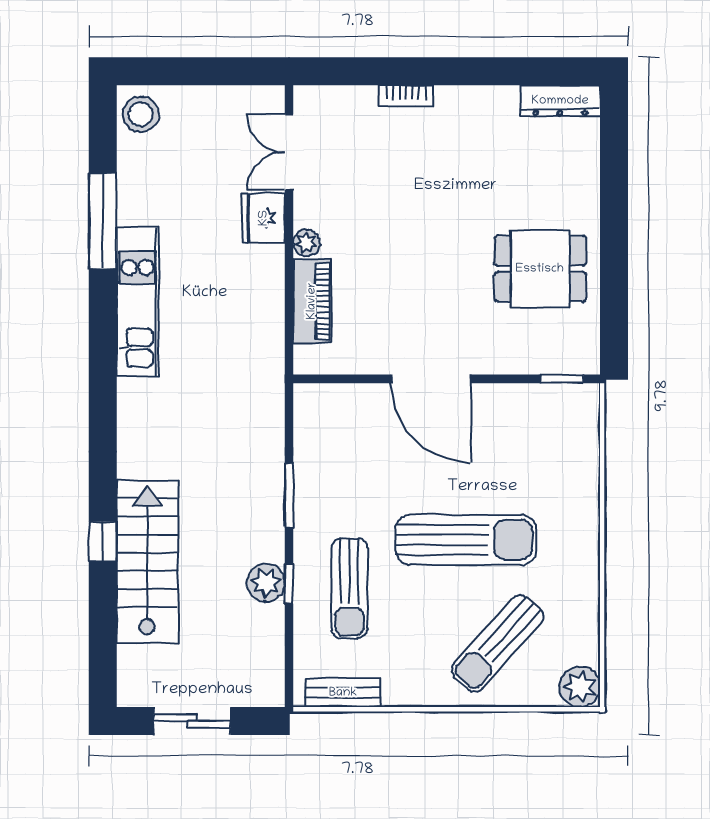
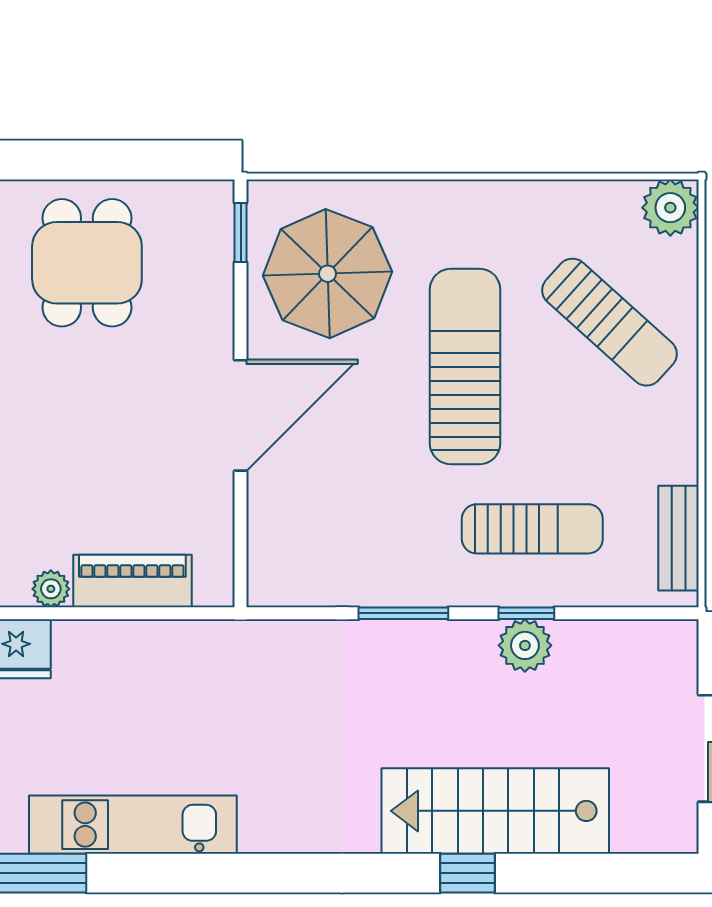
parasol: (532, 441) -> (328, 274), added

